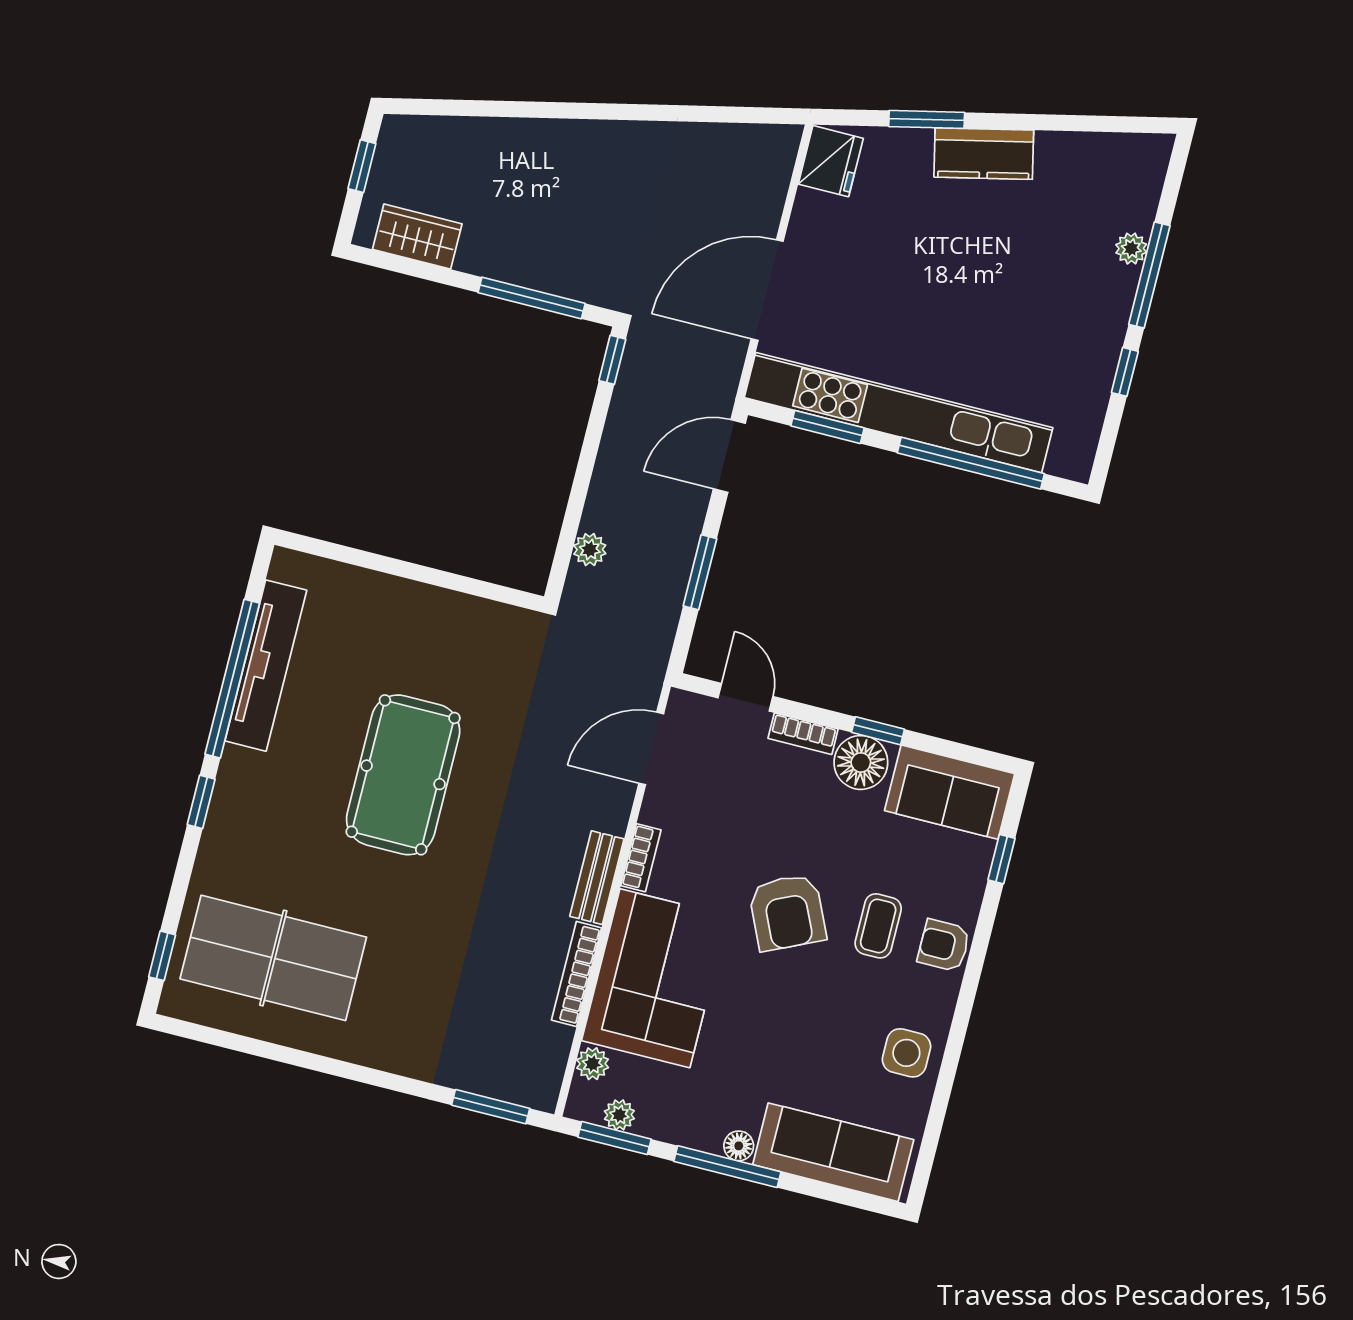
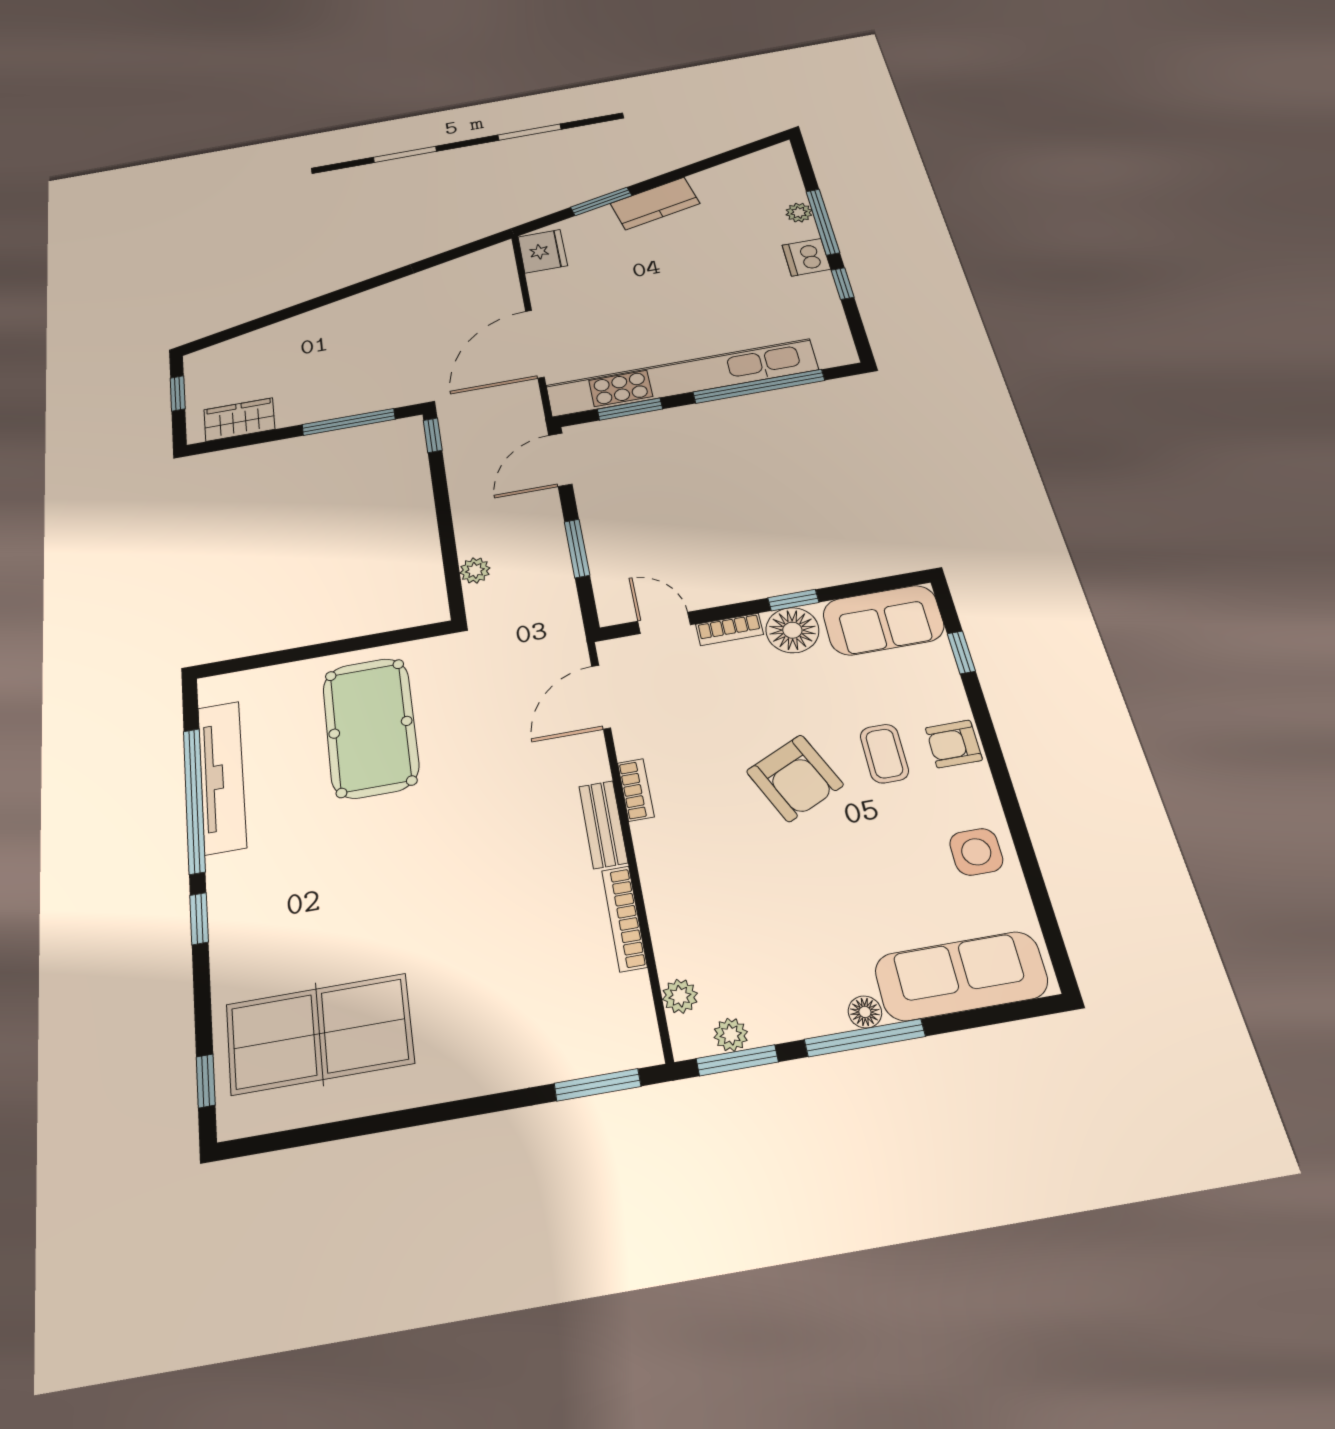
dishwasher: (1106, 316) -> (806, 257), added
pool table: (403, 775) -> (370, 727), moved
corner sofa: (655, 978) -> (701, 890), removed

